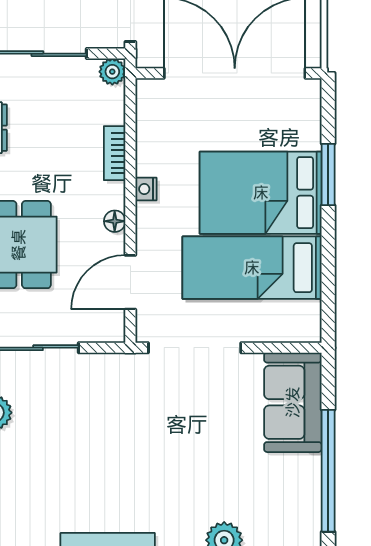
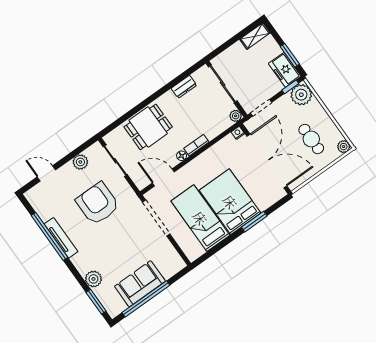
bookcase: (115, 153) -> (196, 145), moved
nightstand: (146, 189) -> (238, 133), moved
sofa: (293, 402) -> (140, 284), moved
armchair: (93, 435) -> (98, 204), added

